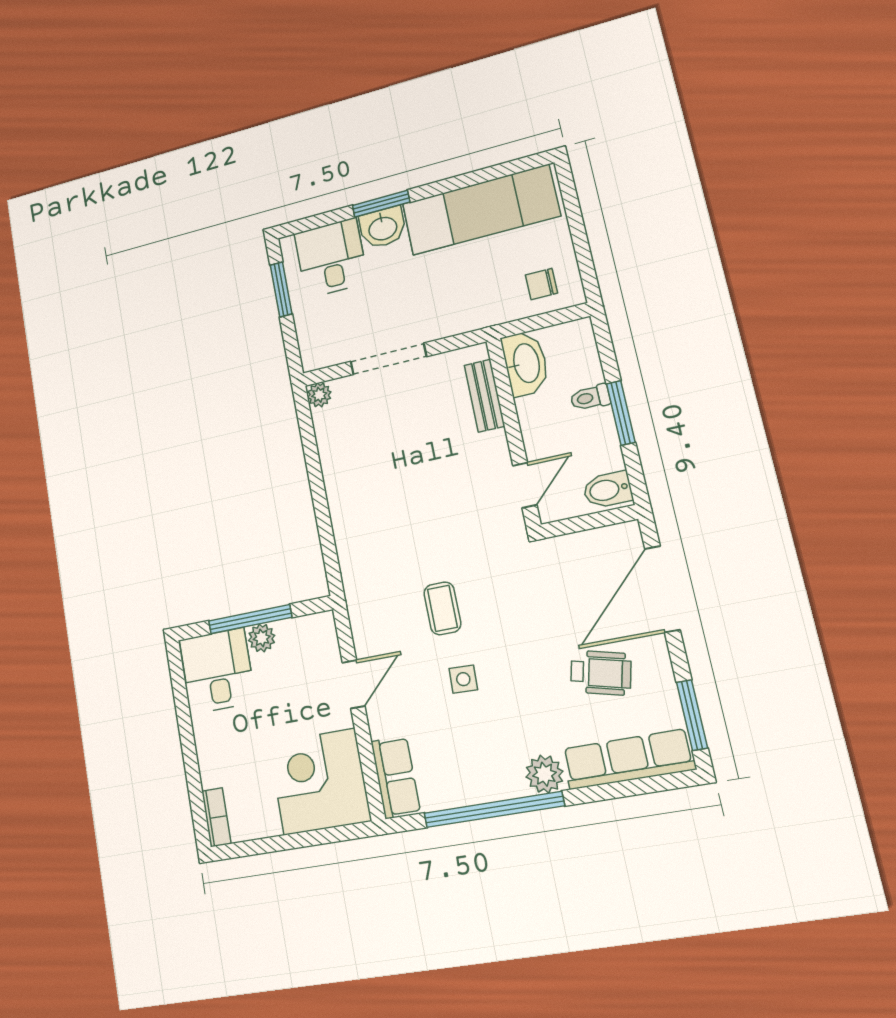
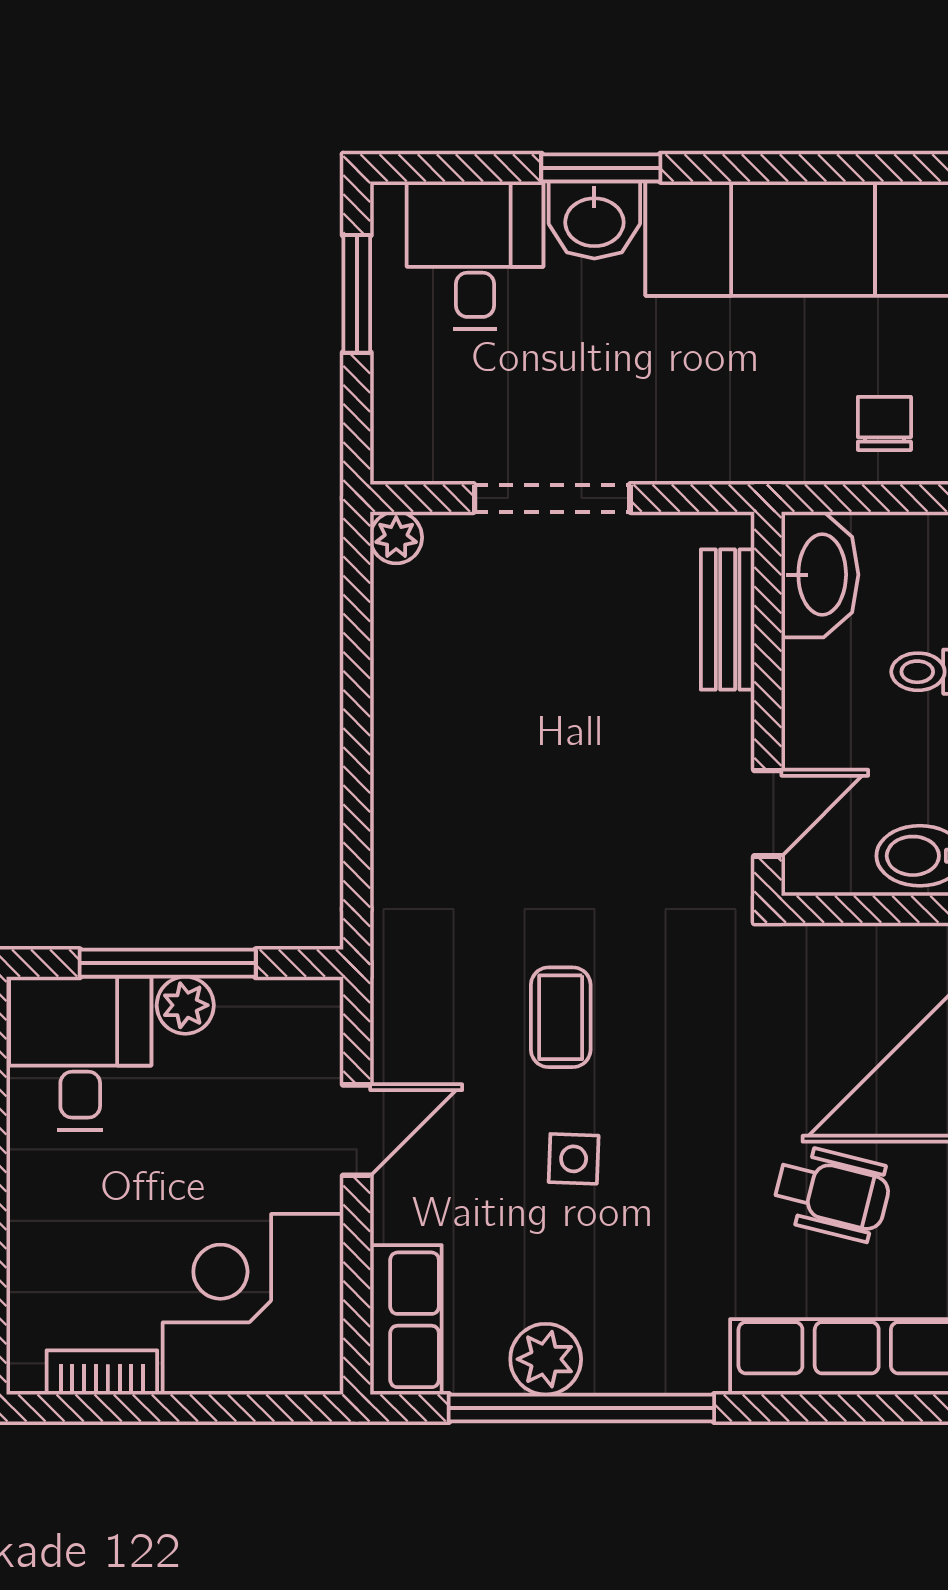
chair: (541, 284) -> (884, 423), turned 90
plant: (544, 774) -> (546, 1359), moved
bookcase: (216, 817) -> (102, 1372), moved, turned -90

